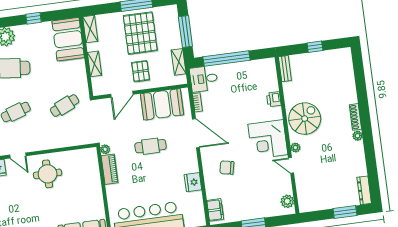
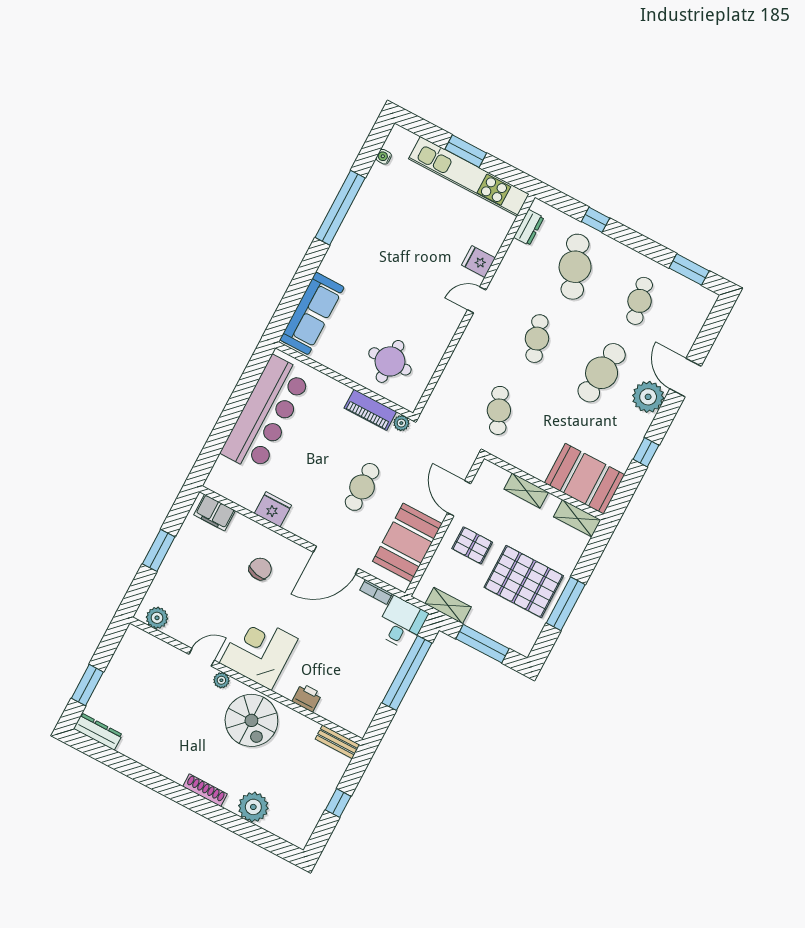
plant: (357, 136) -> (253, 807), moved, width x1.87, depth x1.87
round table: (48, 174) -> (390, 361), moved

